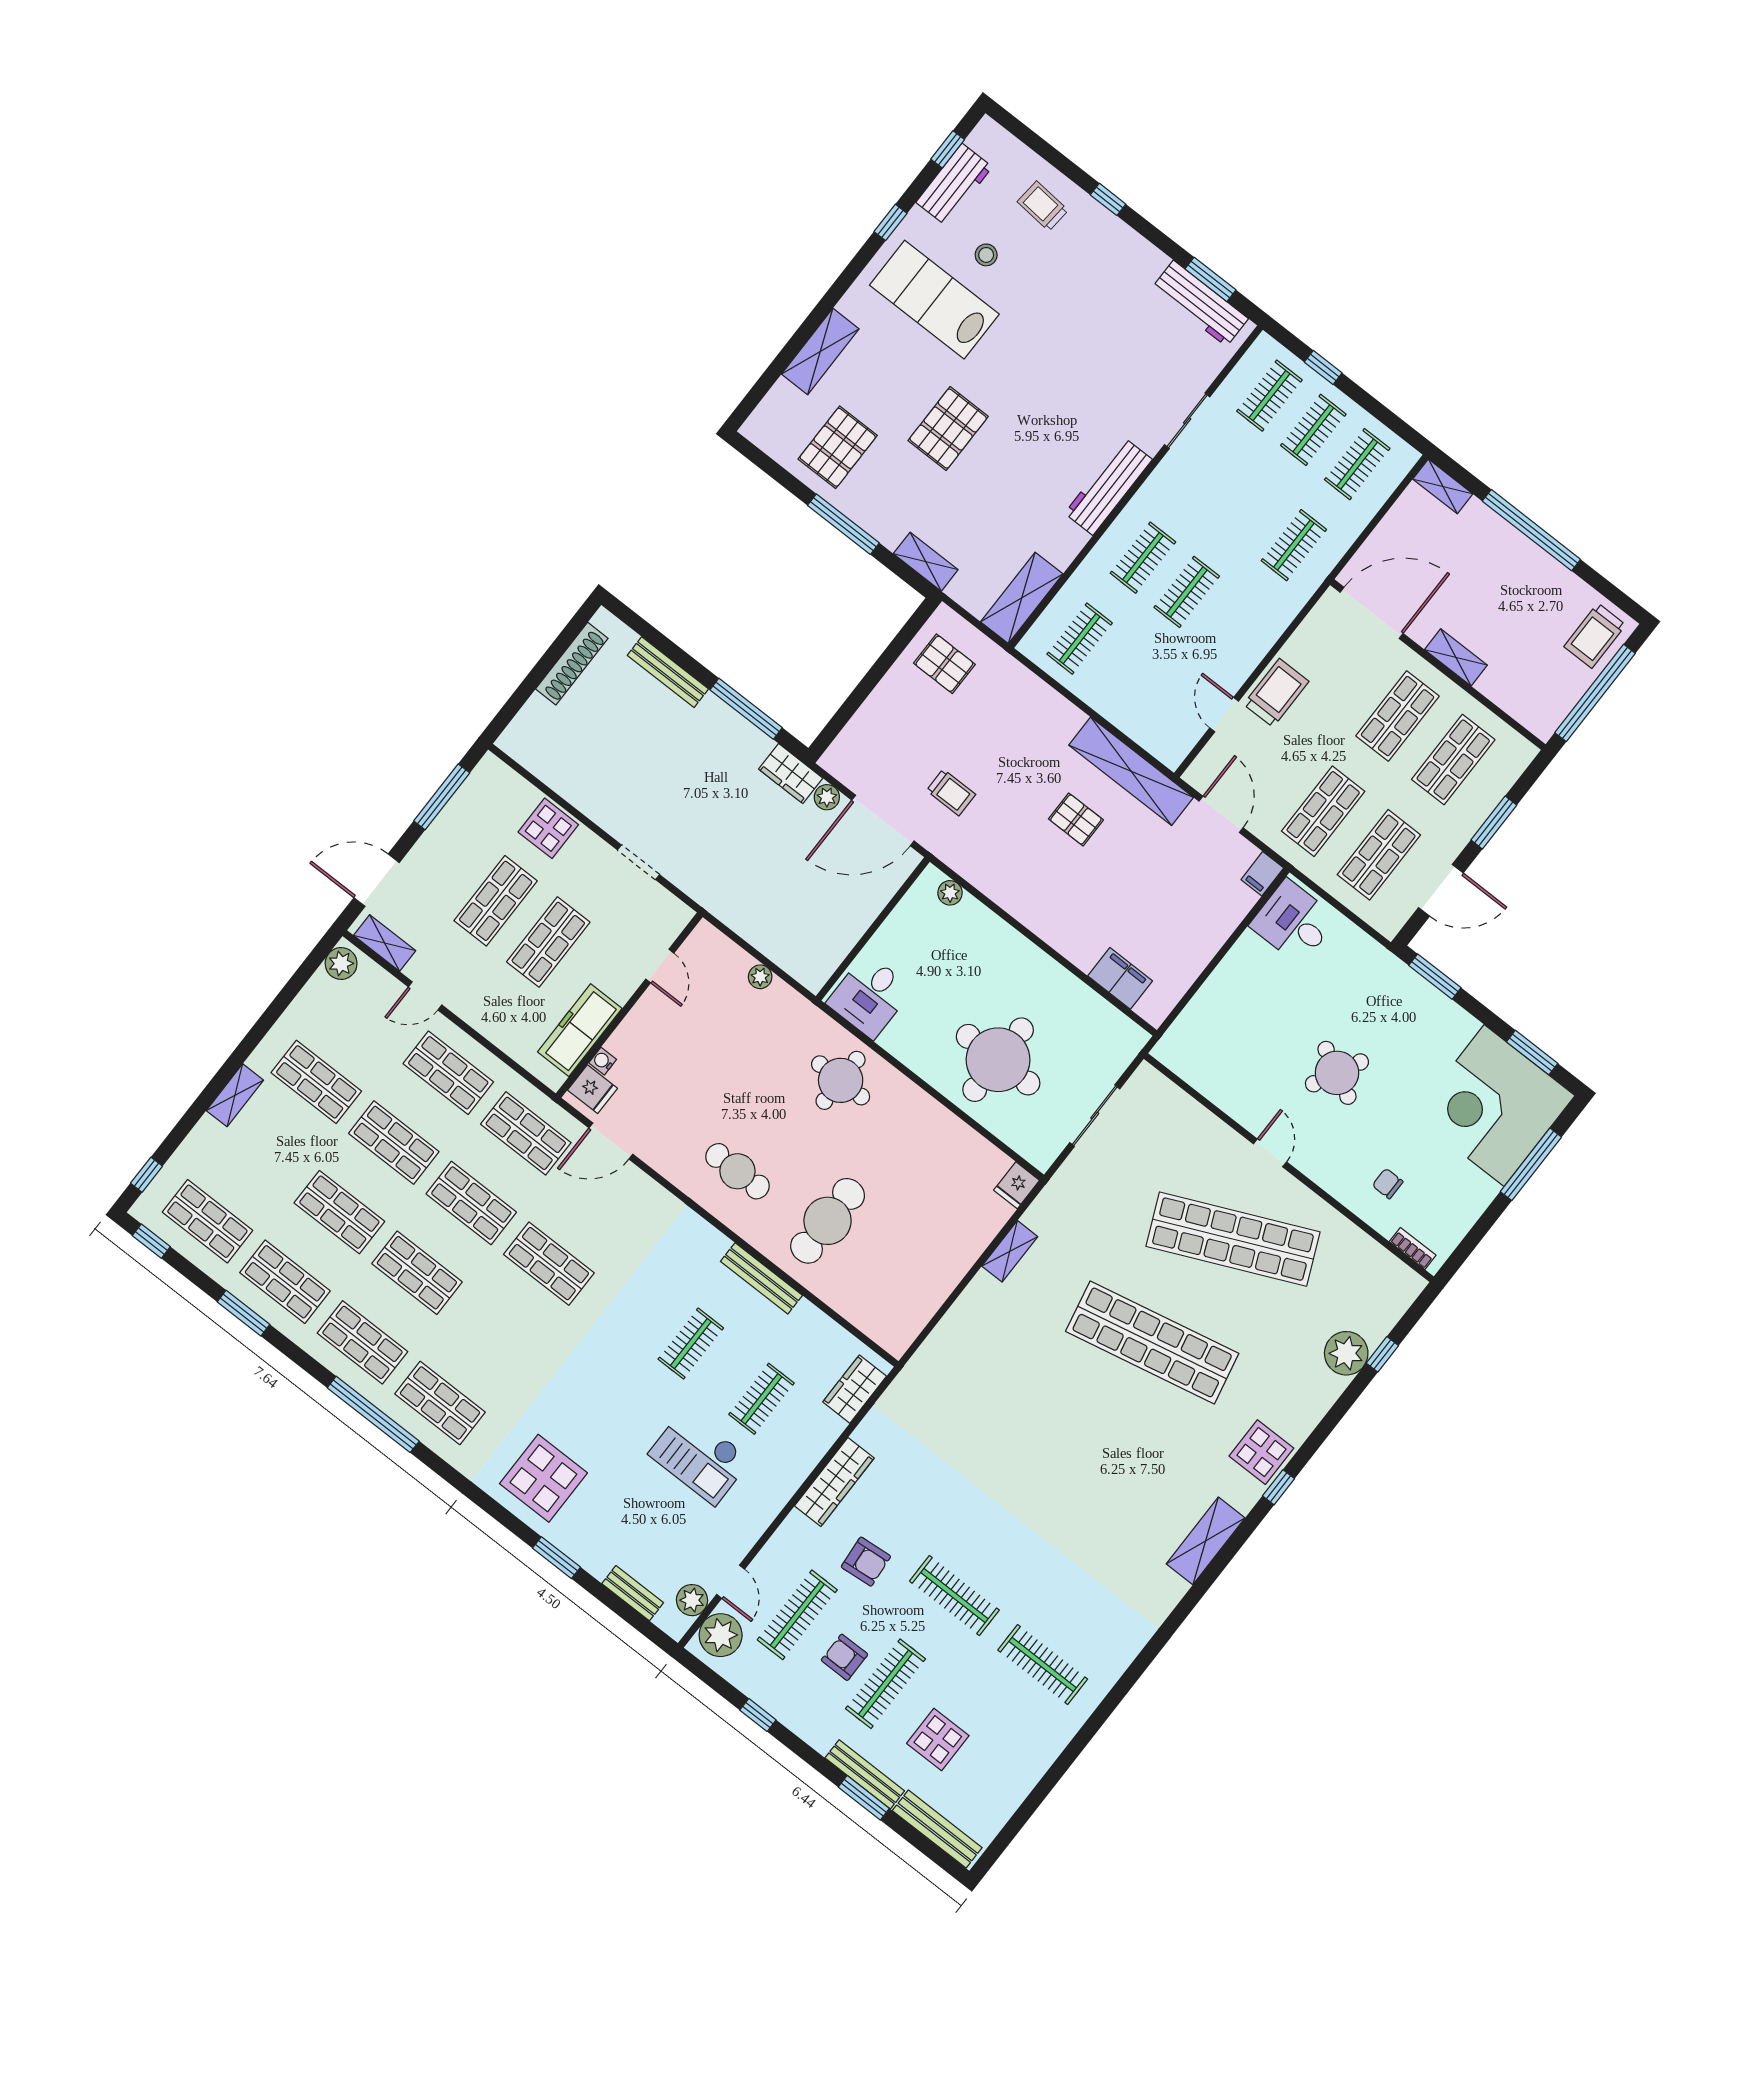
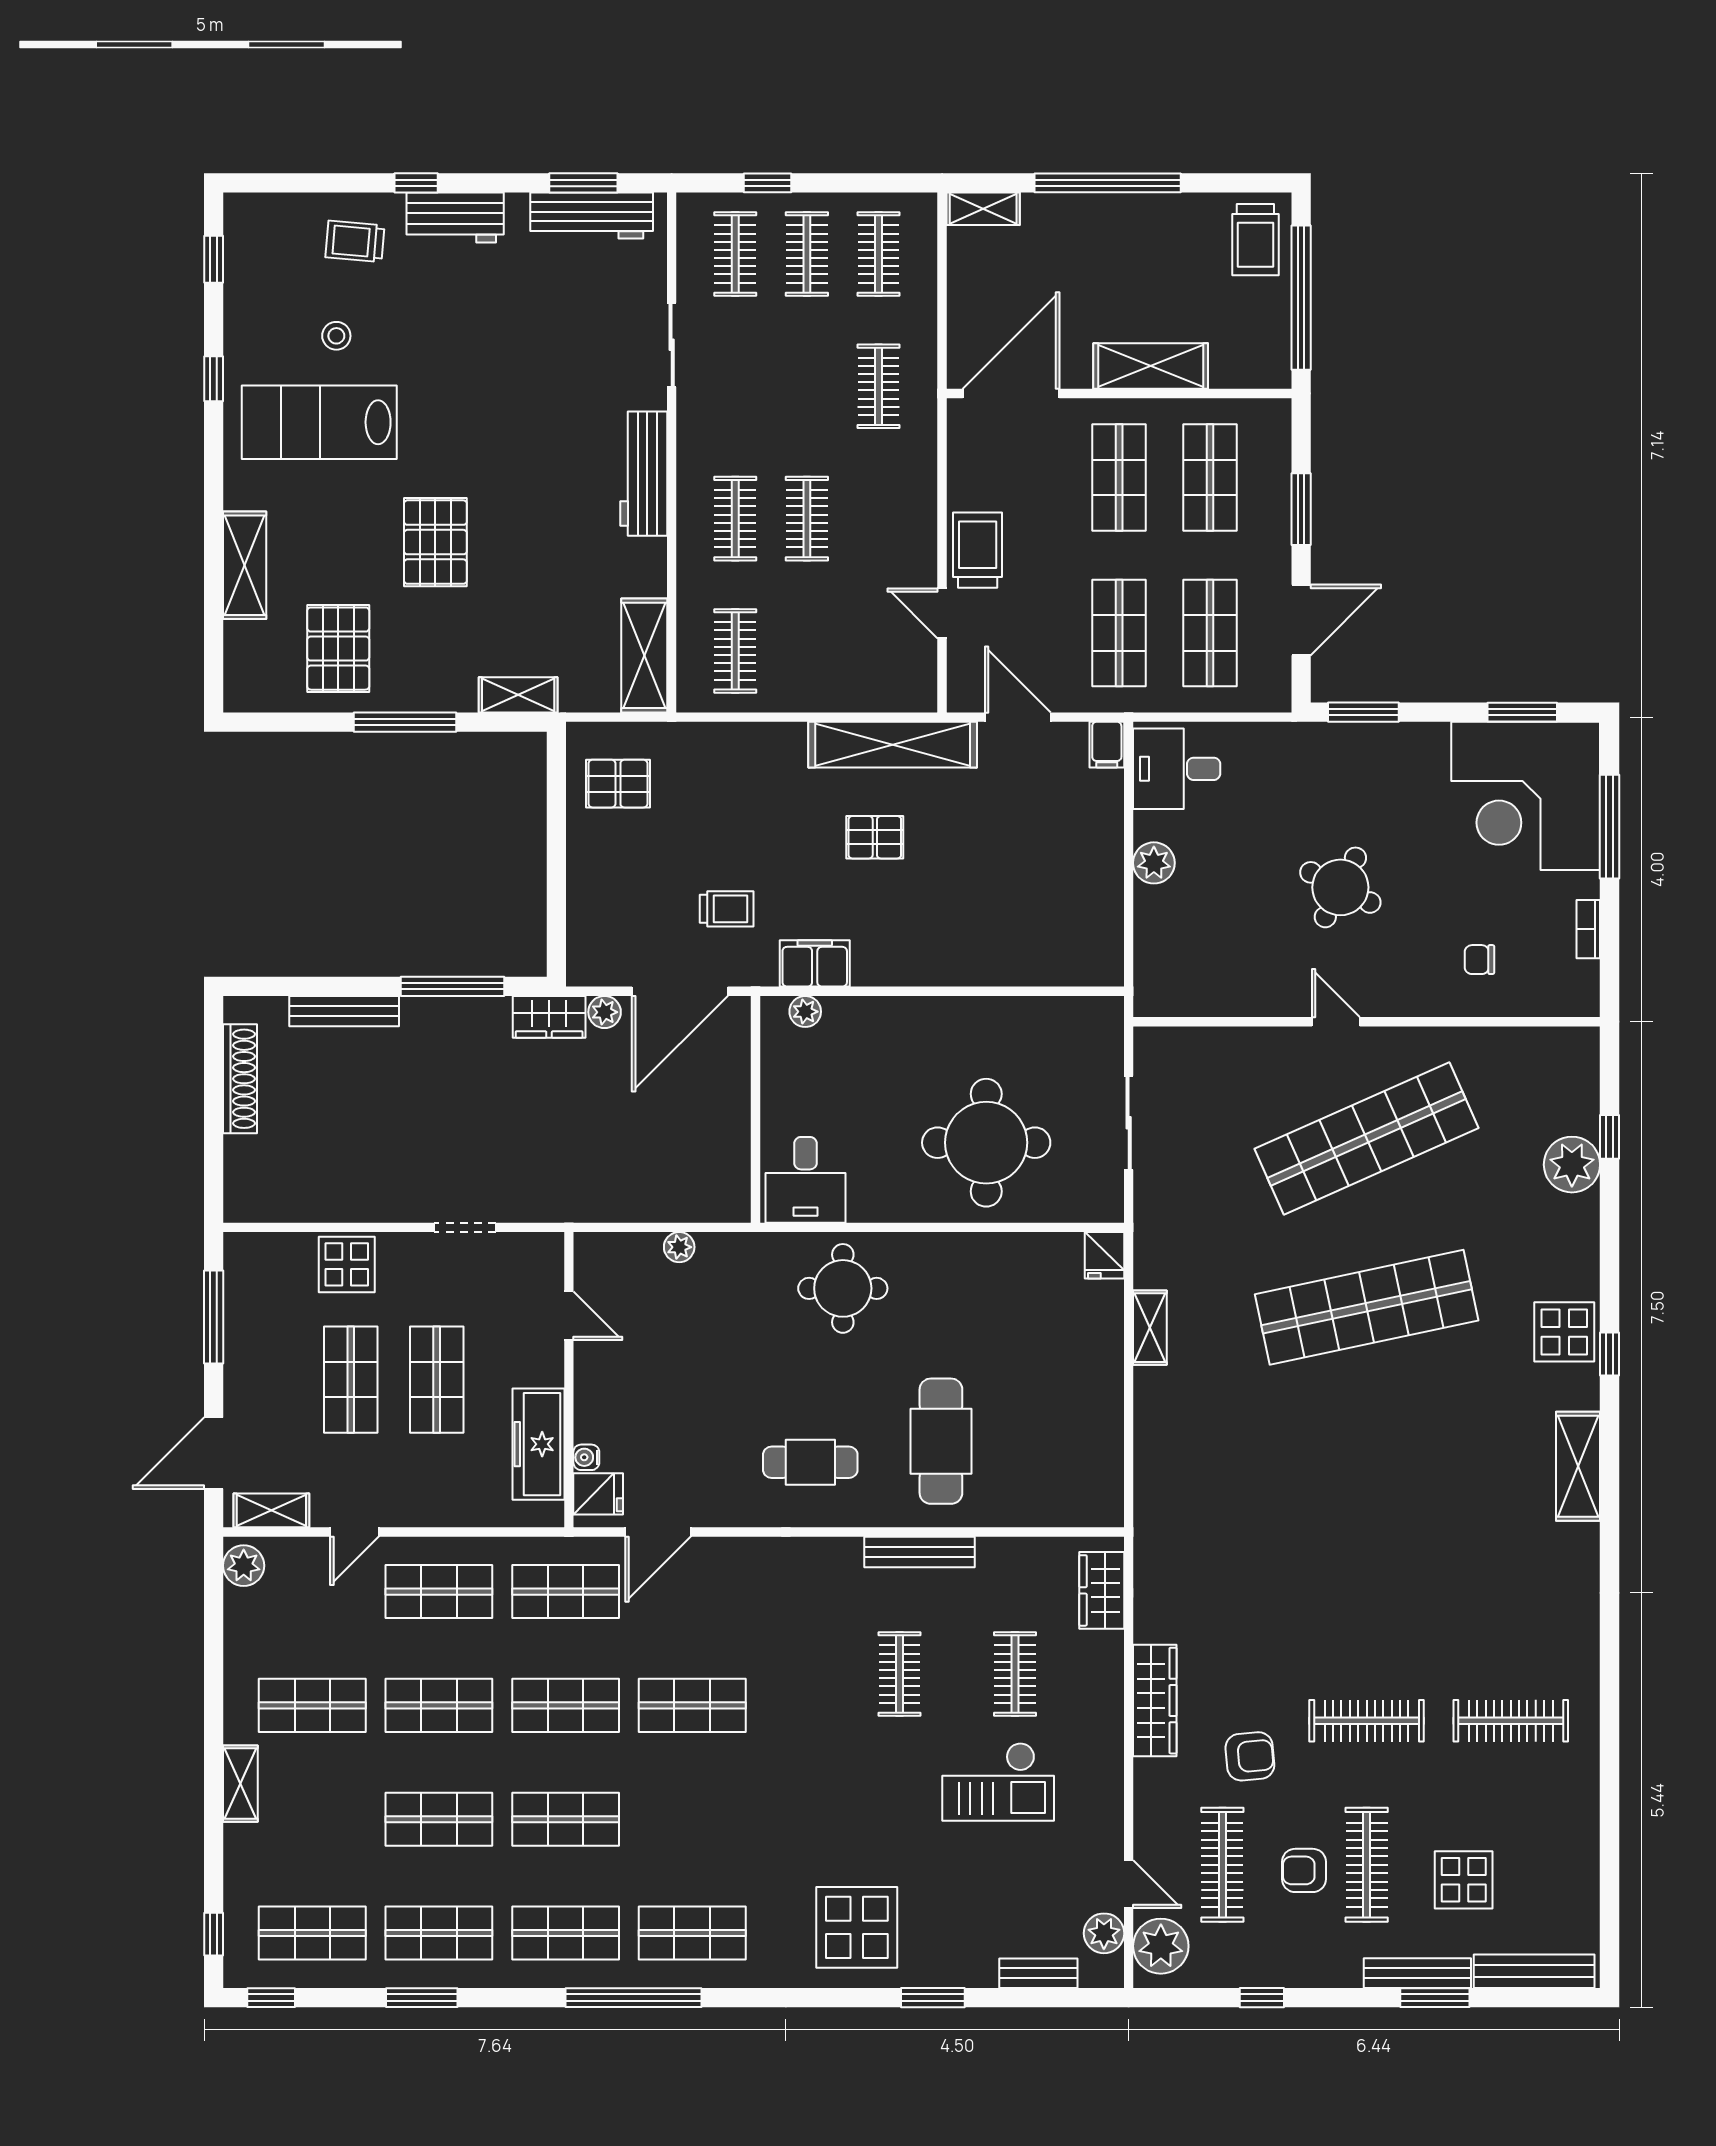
workbench: (954, 185) -> (455, 217), moved, turned 90
shelving: (1456, 657) -> (1151, 366), width x1.50, depth x1.33
plant: (1234, 969) -> (1154, 863), added
filing cabinet: (1120, 978) -> (815, 963), moved
bookcase: (1413, 1248) -> (1588, 929), moved, turned -90

